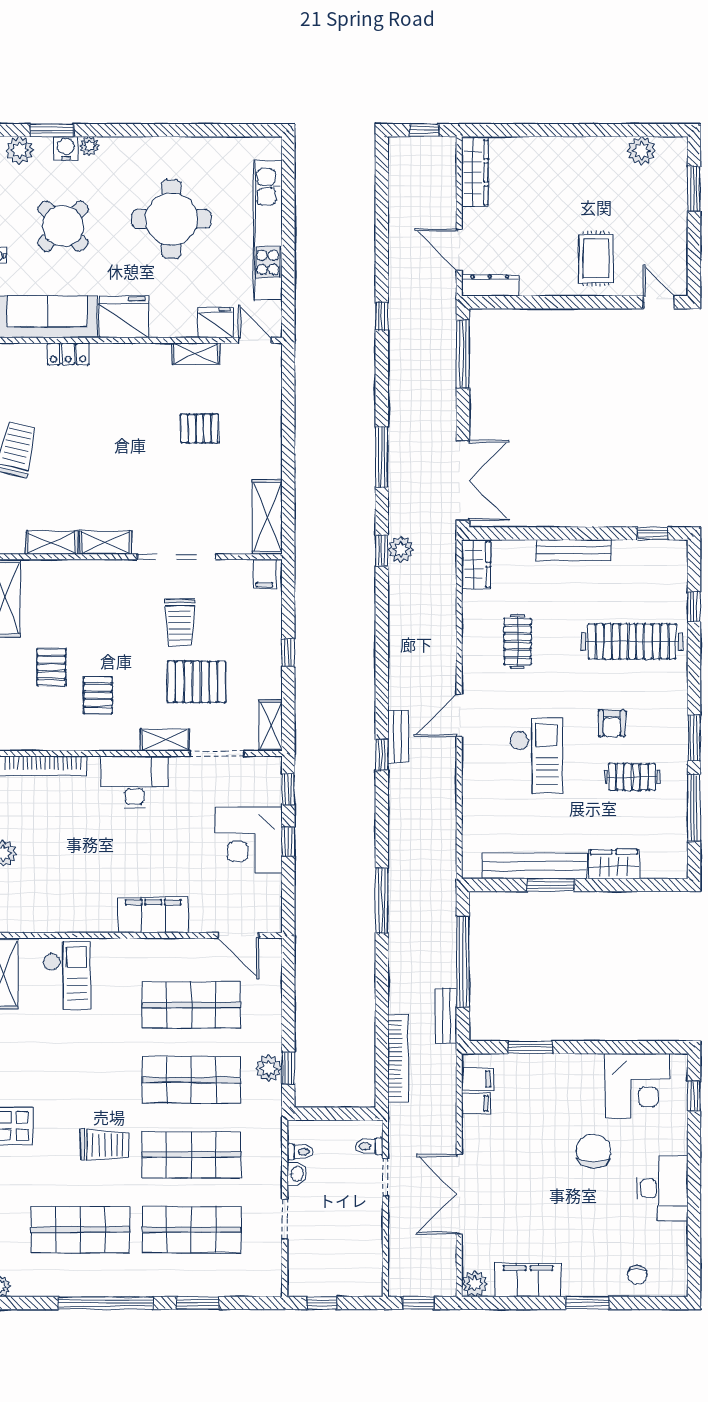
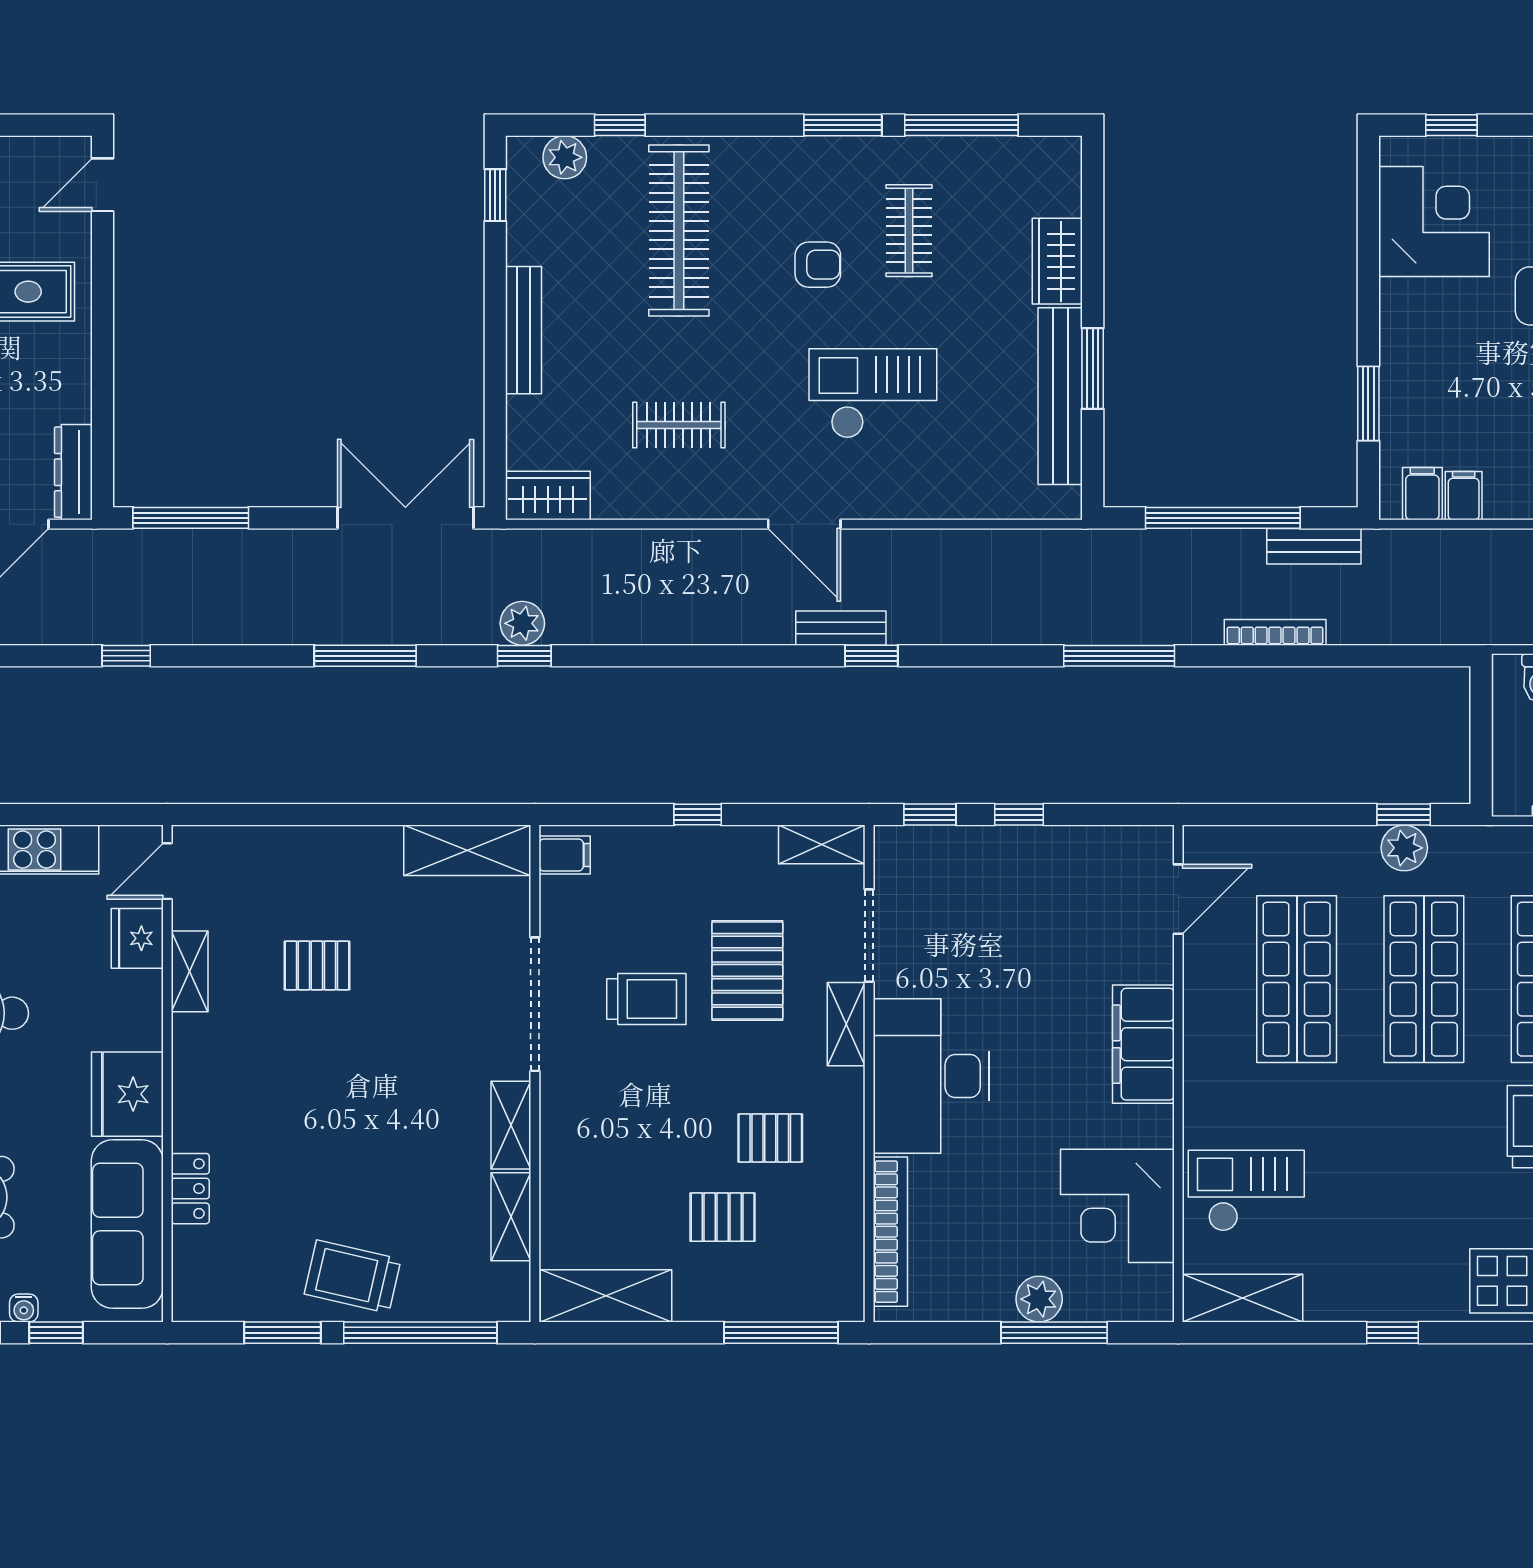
pallet: (199, 428) -> (317, 966), turned 90
plant: (675, 574) -> (565, 157), added
desk: (134, 782) -> (931, 1076), width x1.36, depth x1.30
corner desk: (249, 840) -> (1117, 1206), moved, turned 90
bookcase: (398, 1059) -> (1275, 632), moved, width x0.68, depth x0.76

